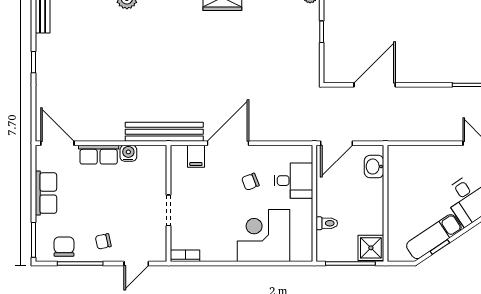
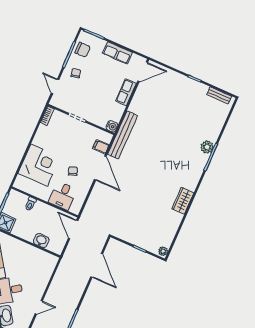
water cooler: (128, 153) -> (112, 126), moved
washbasin: (374, 167) -> (41, 241), moved

